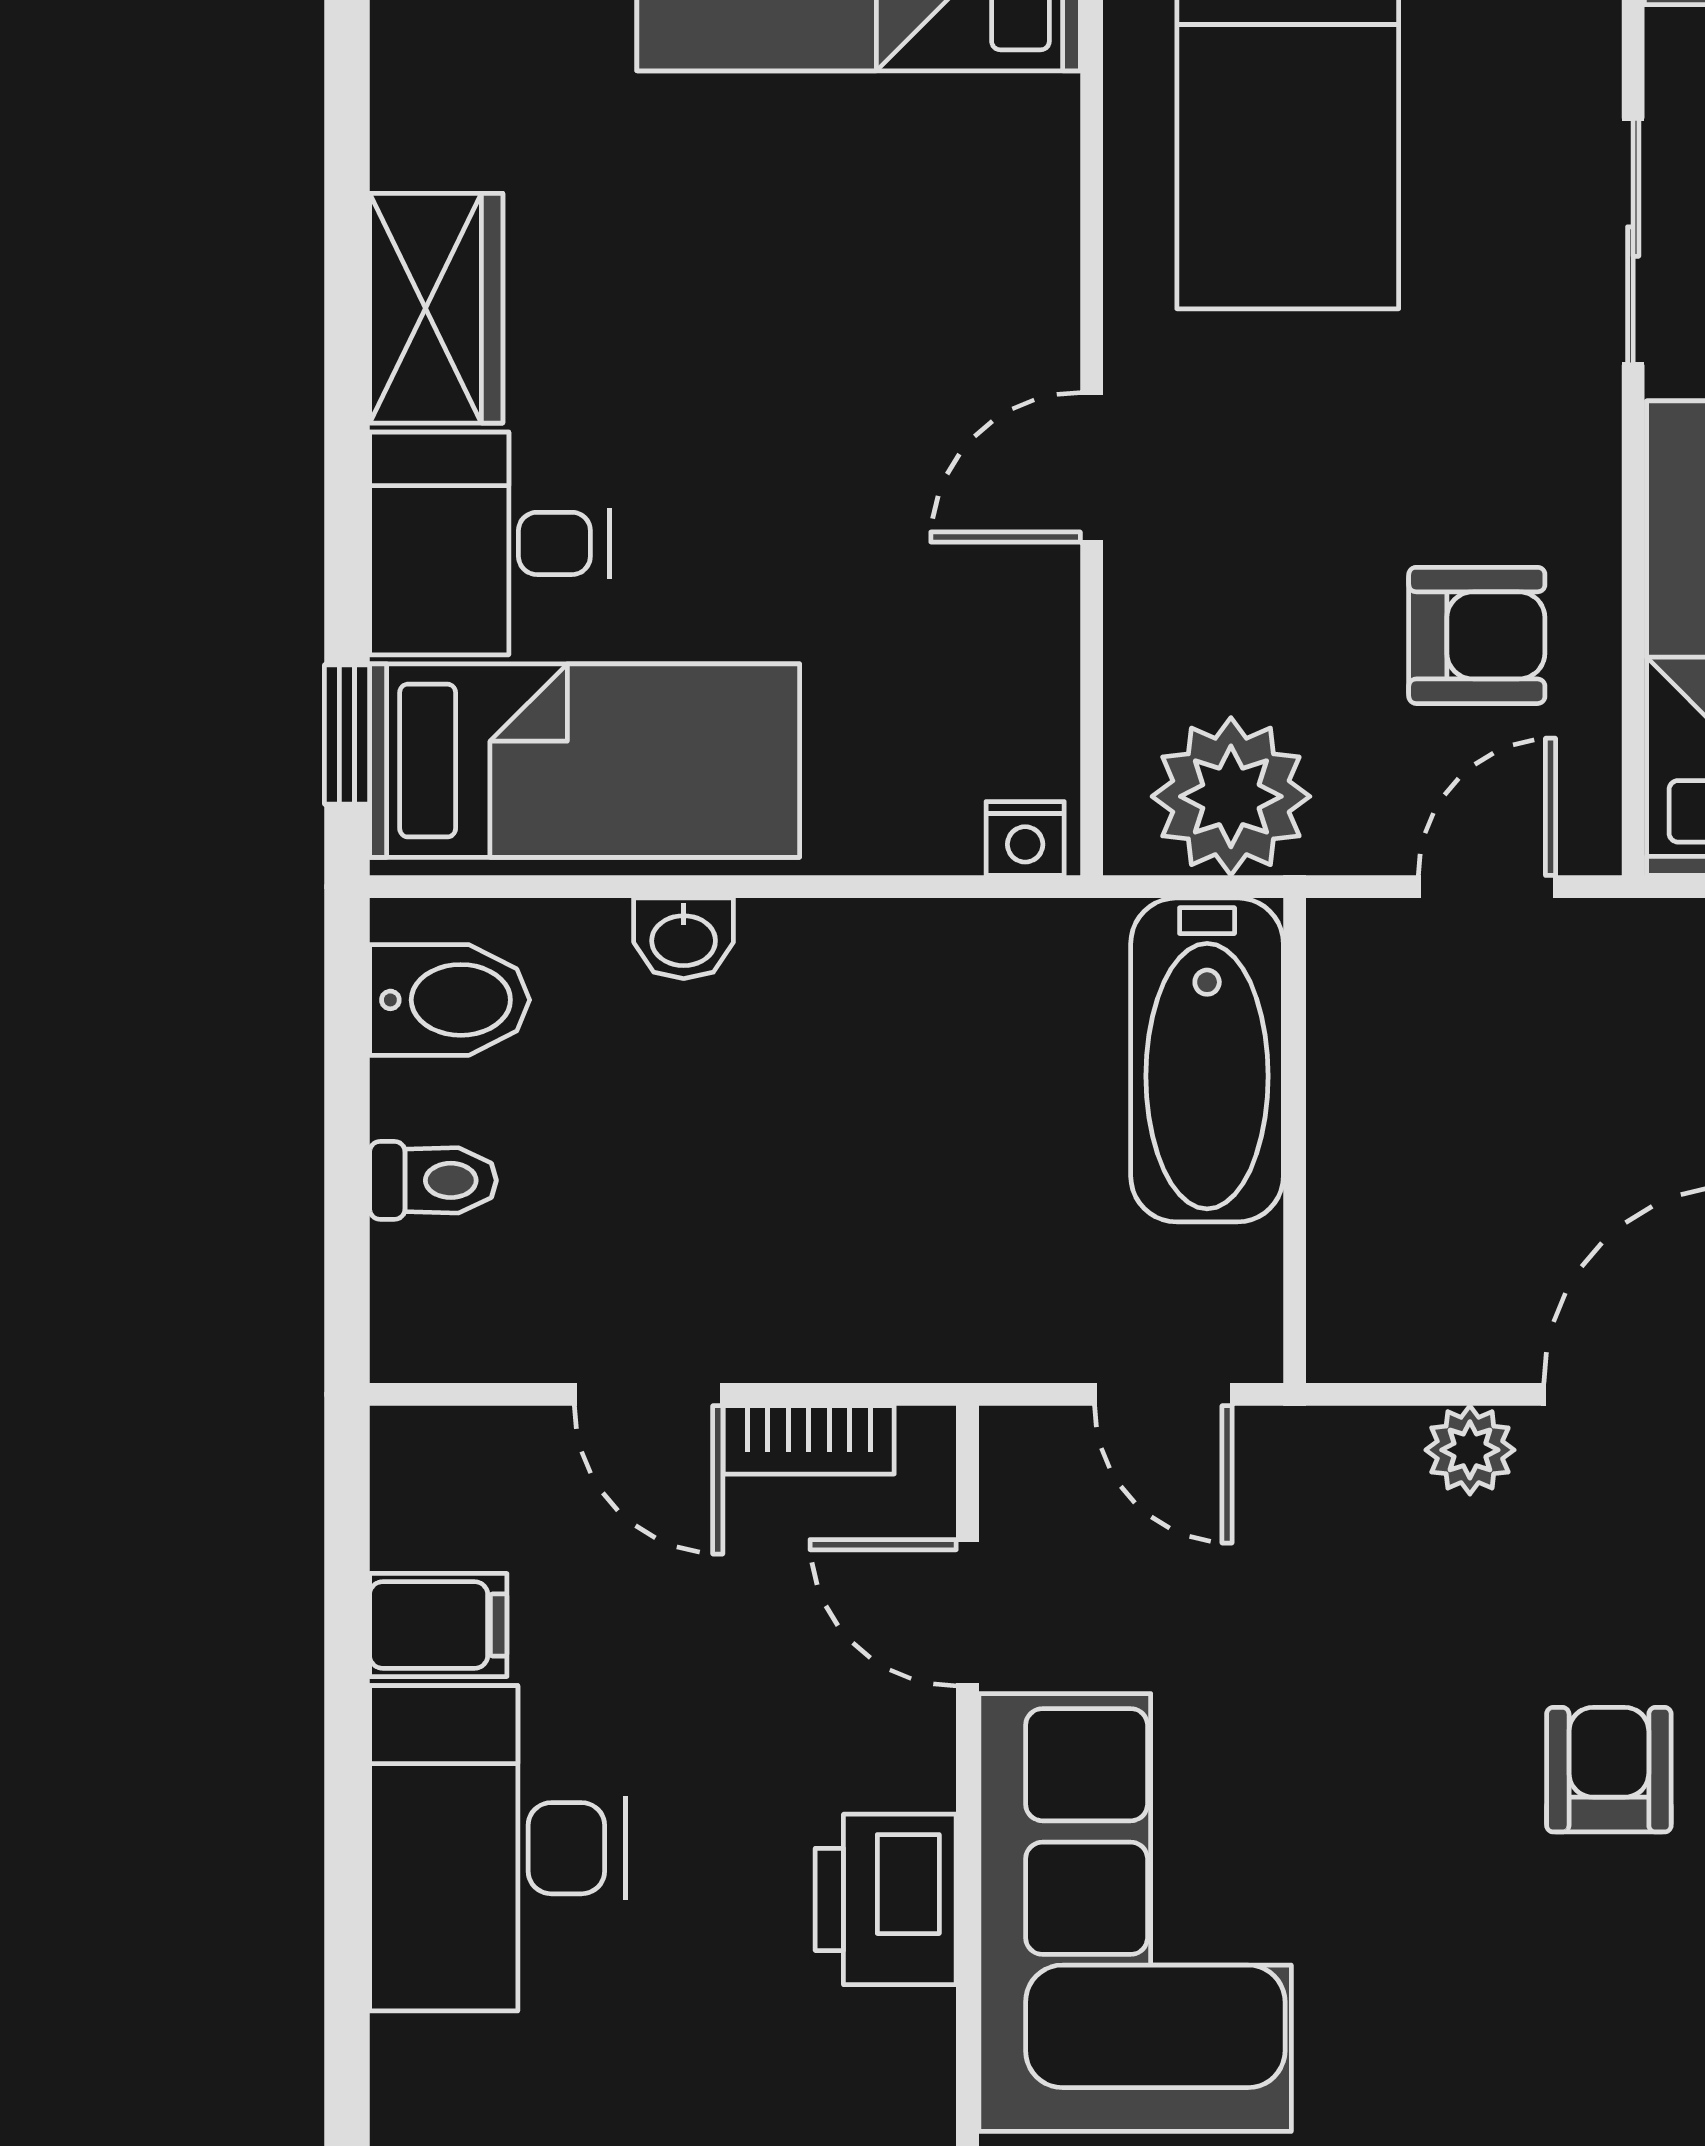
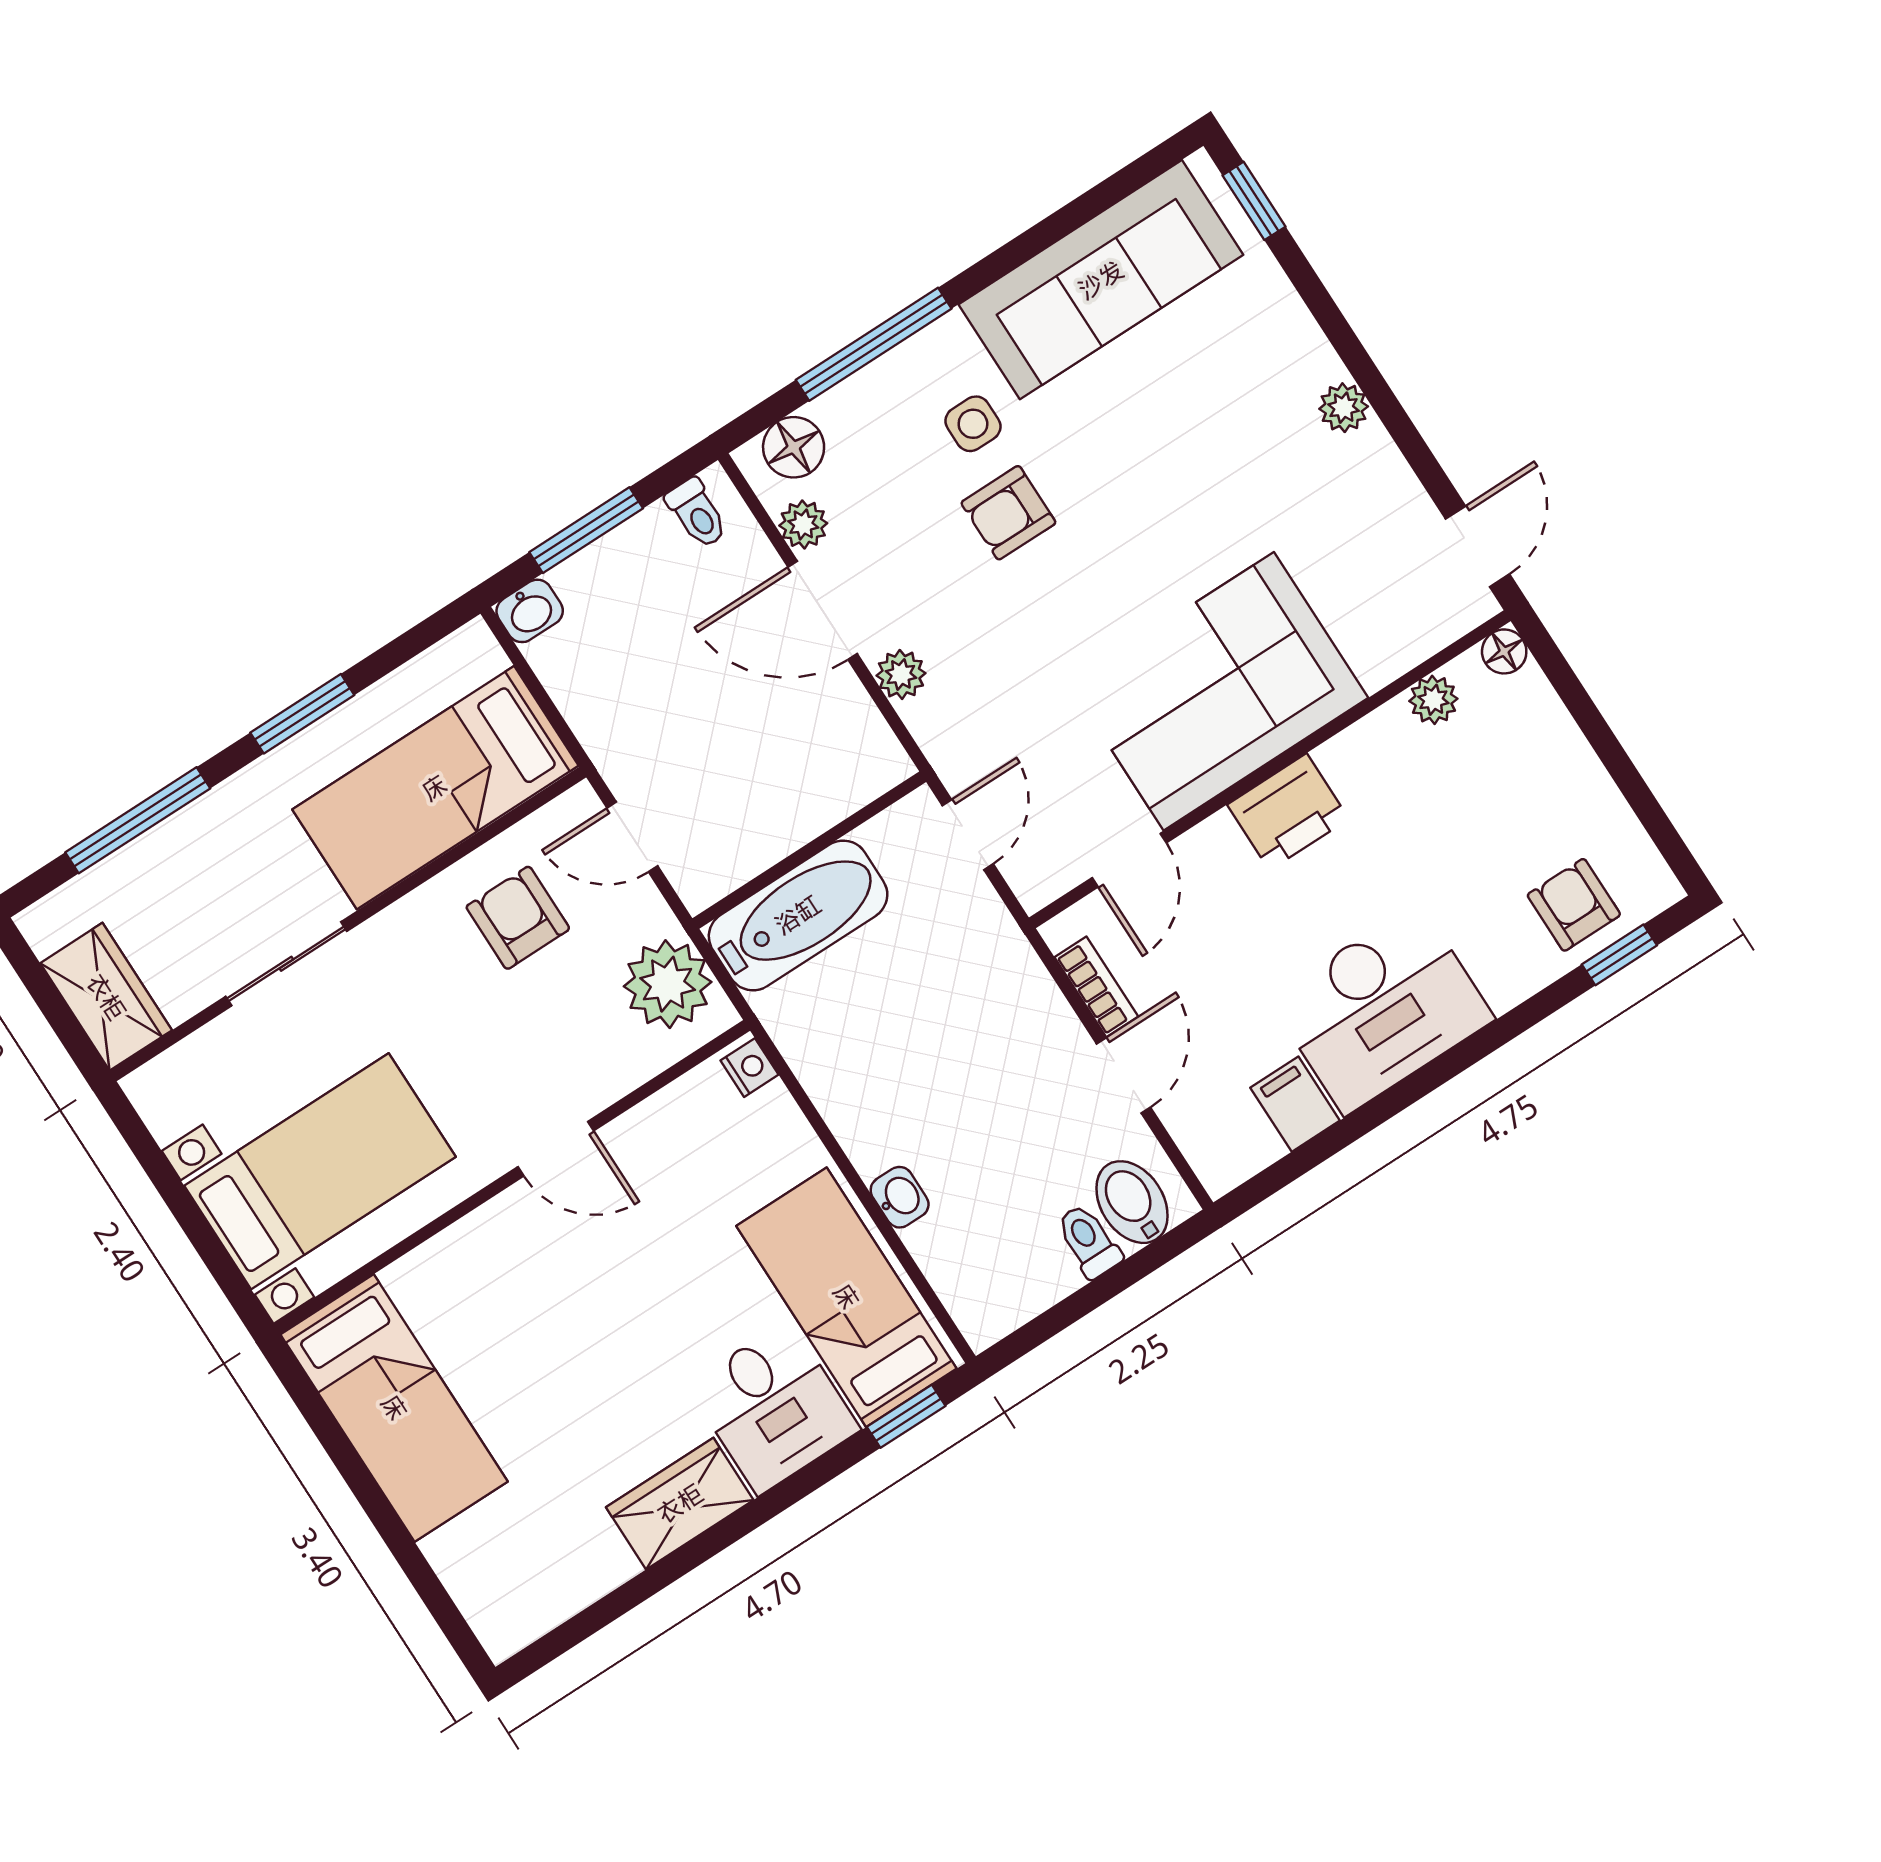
bidet: (450, 1000) -> (1132, 1202), moved

